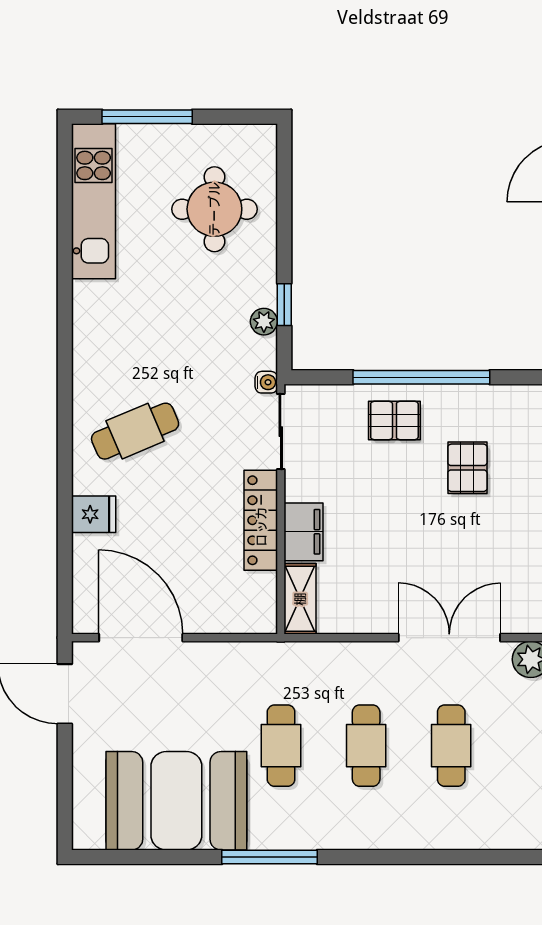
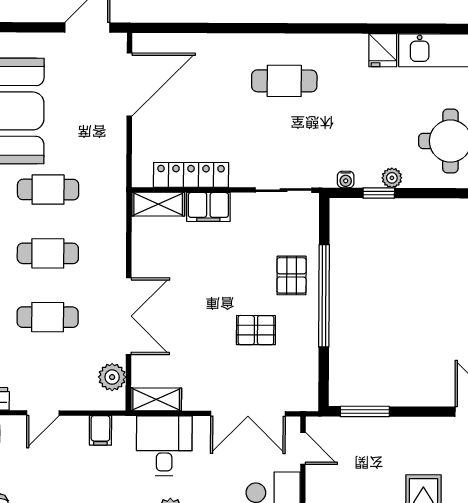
plant: (264, 322) -> (392, 178), moved
water cooler: (266, 382) -> (346, 180), moved
cafe table: (135, 431) -> (284, 81), turned -67
fridge: (94, 514) -> (383, 50), moved
locker: (261, 520) -> (191, 175), moved

